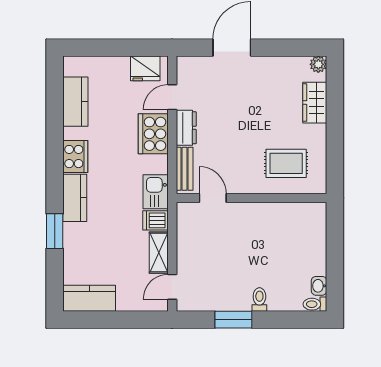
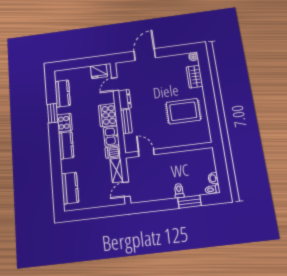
cooker: (153, 134) -> (108, 115), moved
rug: (286, 163) -> (183, 111), width x1.36, depth x1.43
door: (213, 198) -> (146, 153), moved
wall: (251, 198) -> (169, 150), moved
window: (55, 231) -> (52, 113), moved
kitchen counter: (89, 298) -> (70, 188), moved, turned 90
window: (233, 320) -> (189, 202), moved

